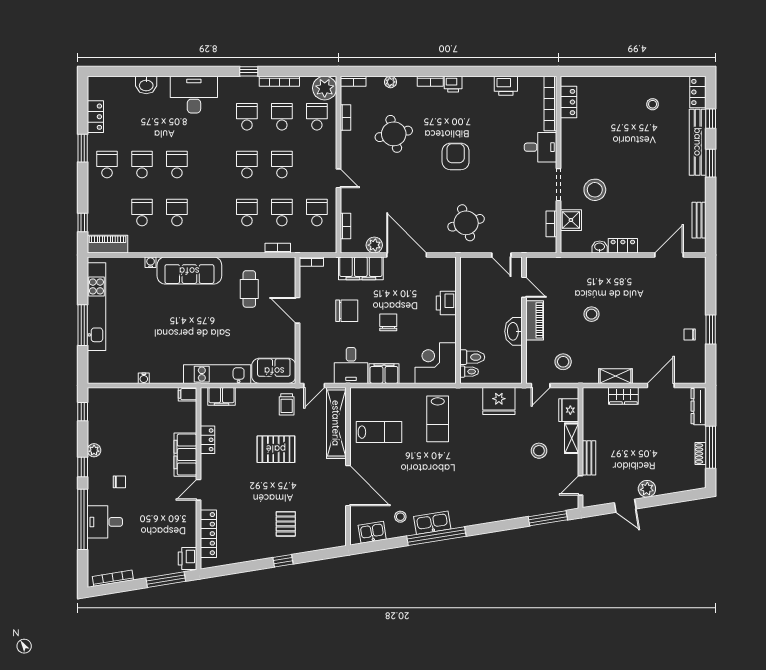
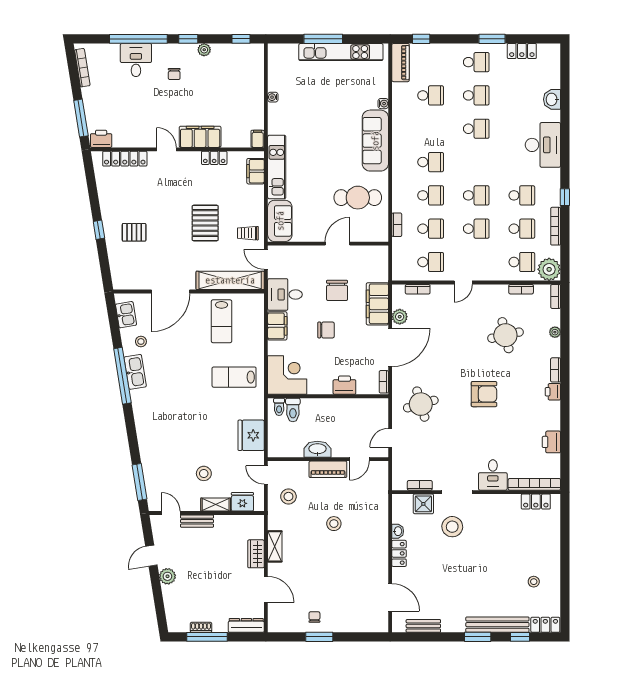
school desk: (177, 212) -> (431, 162), moved
bookcase: (311, 262) -> (384, 382), moved
cafe table: (249, 289) -> (358, 198), width x1.37, depth x1.35

